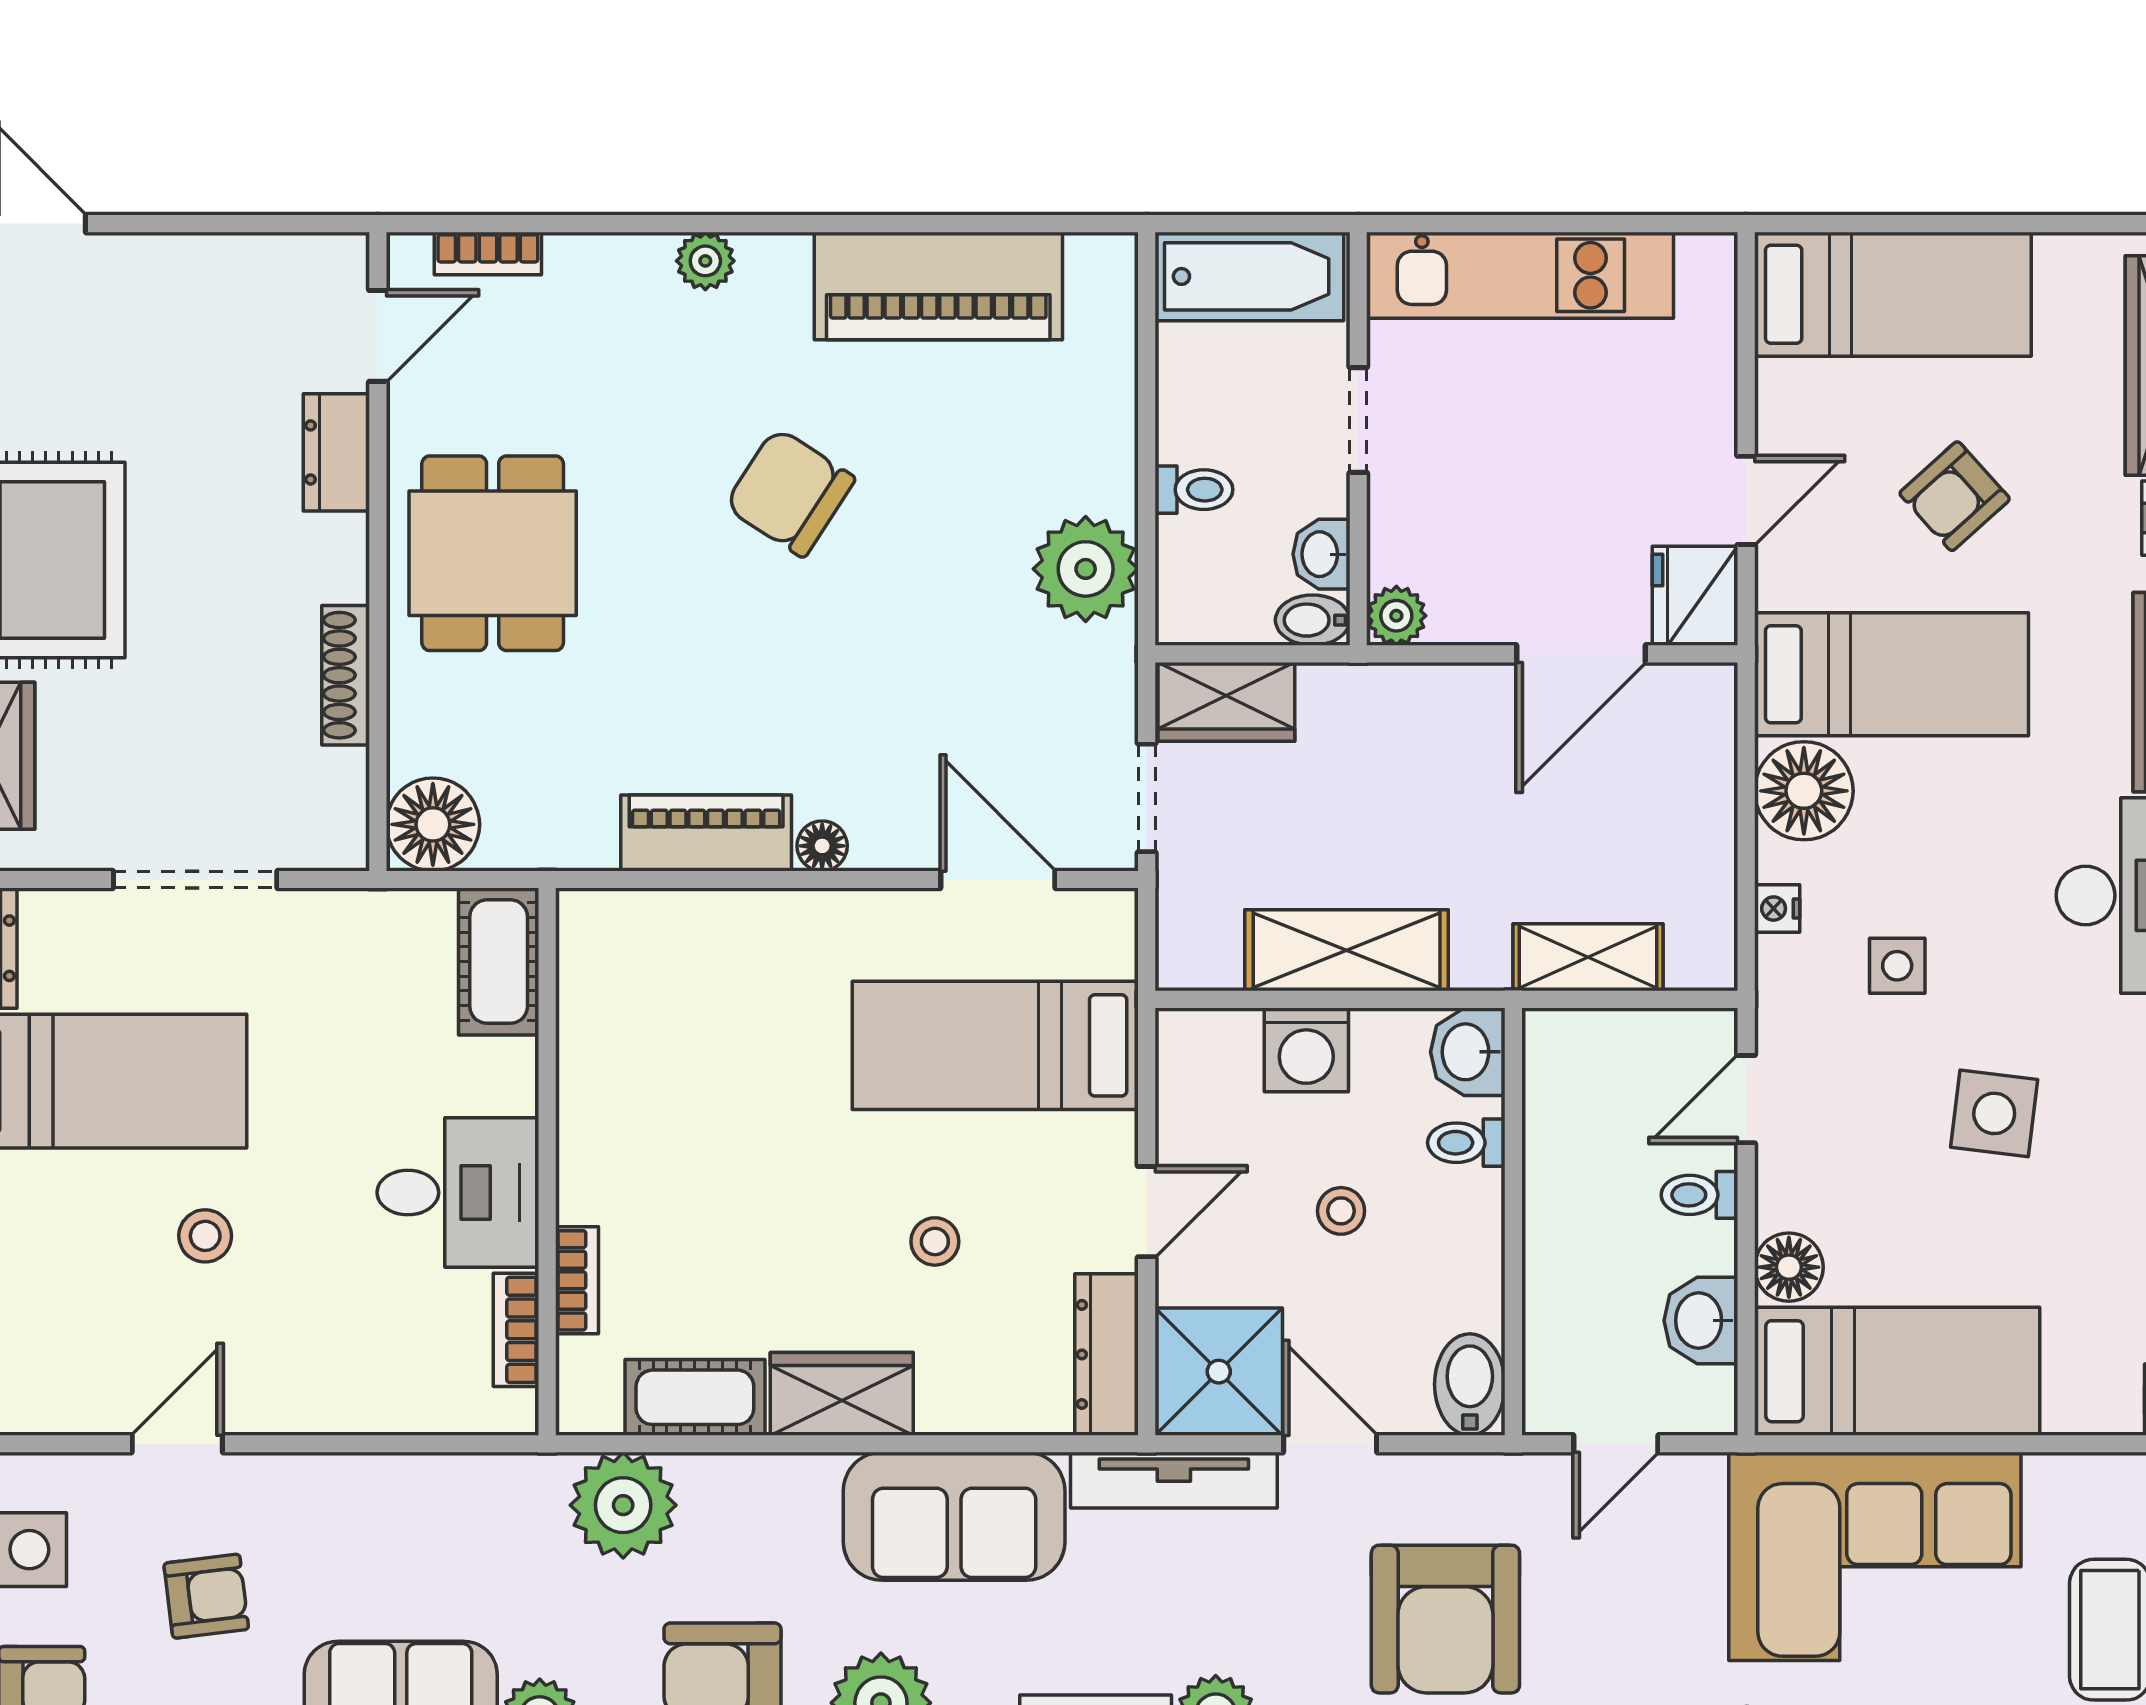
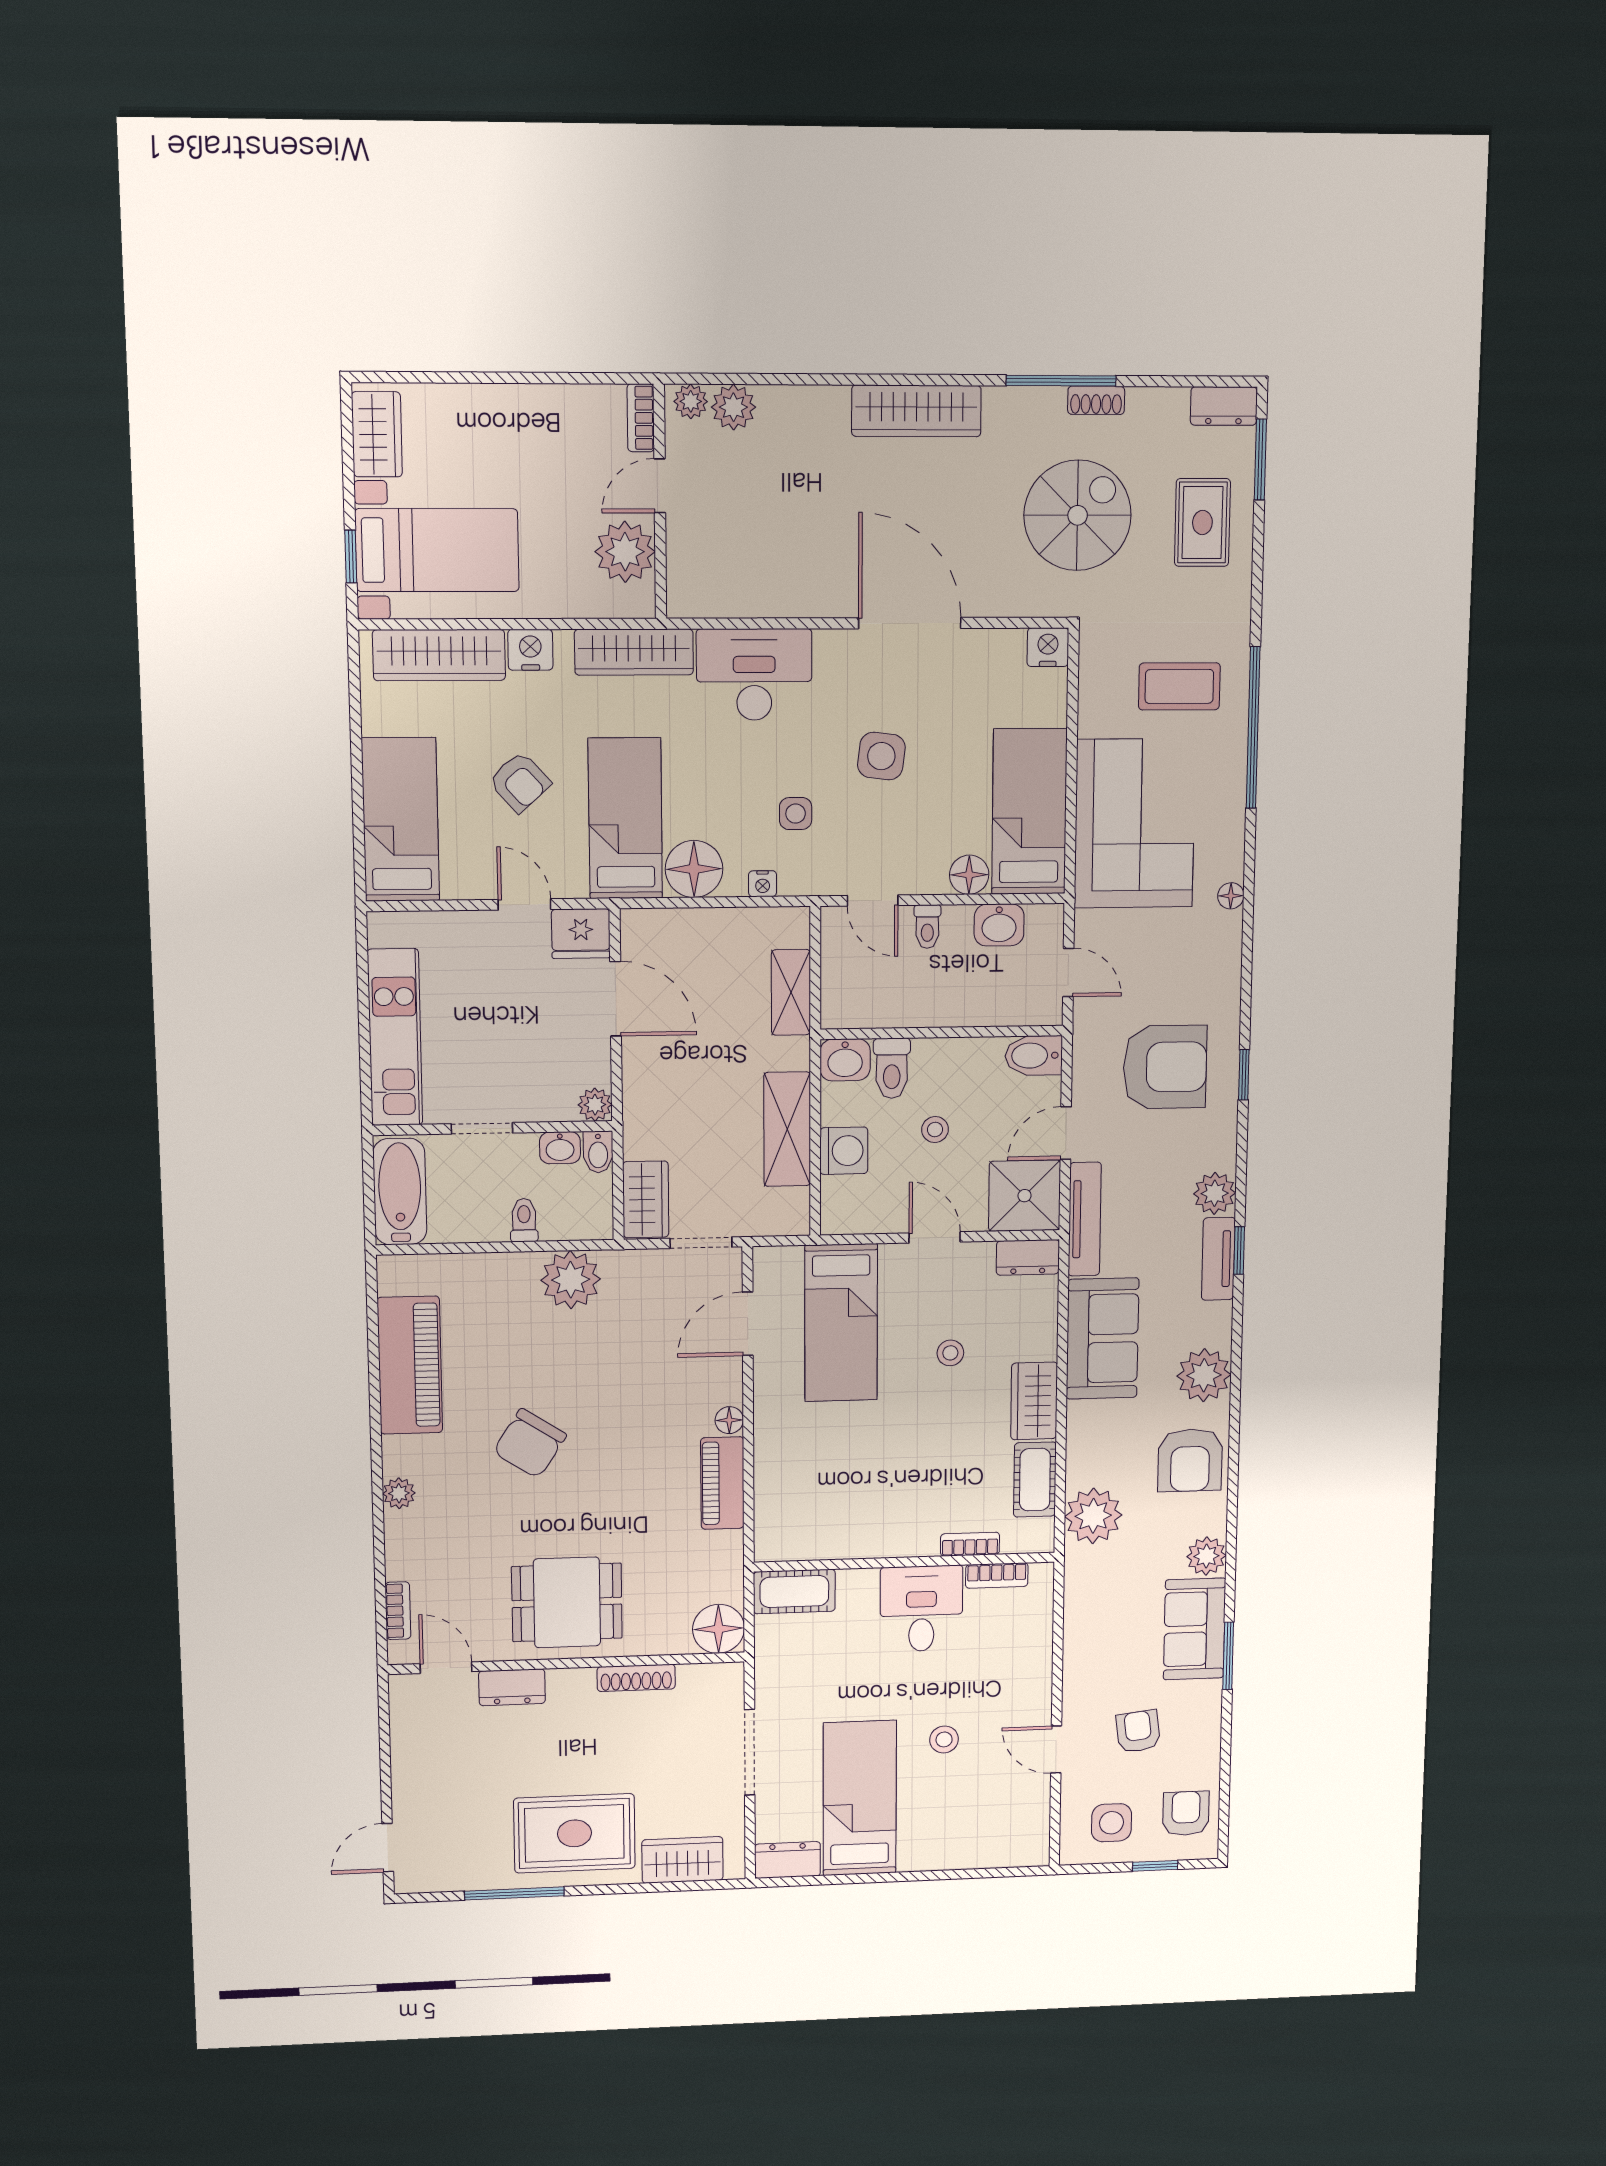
toilet: (1466, 1143) -> (892, 1068), width x1.37, depth x1.39
dresser: (1107, 1354) -> (1028, 1257), width x0.70

